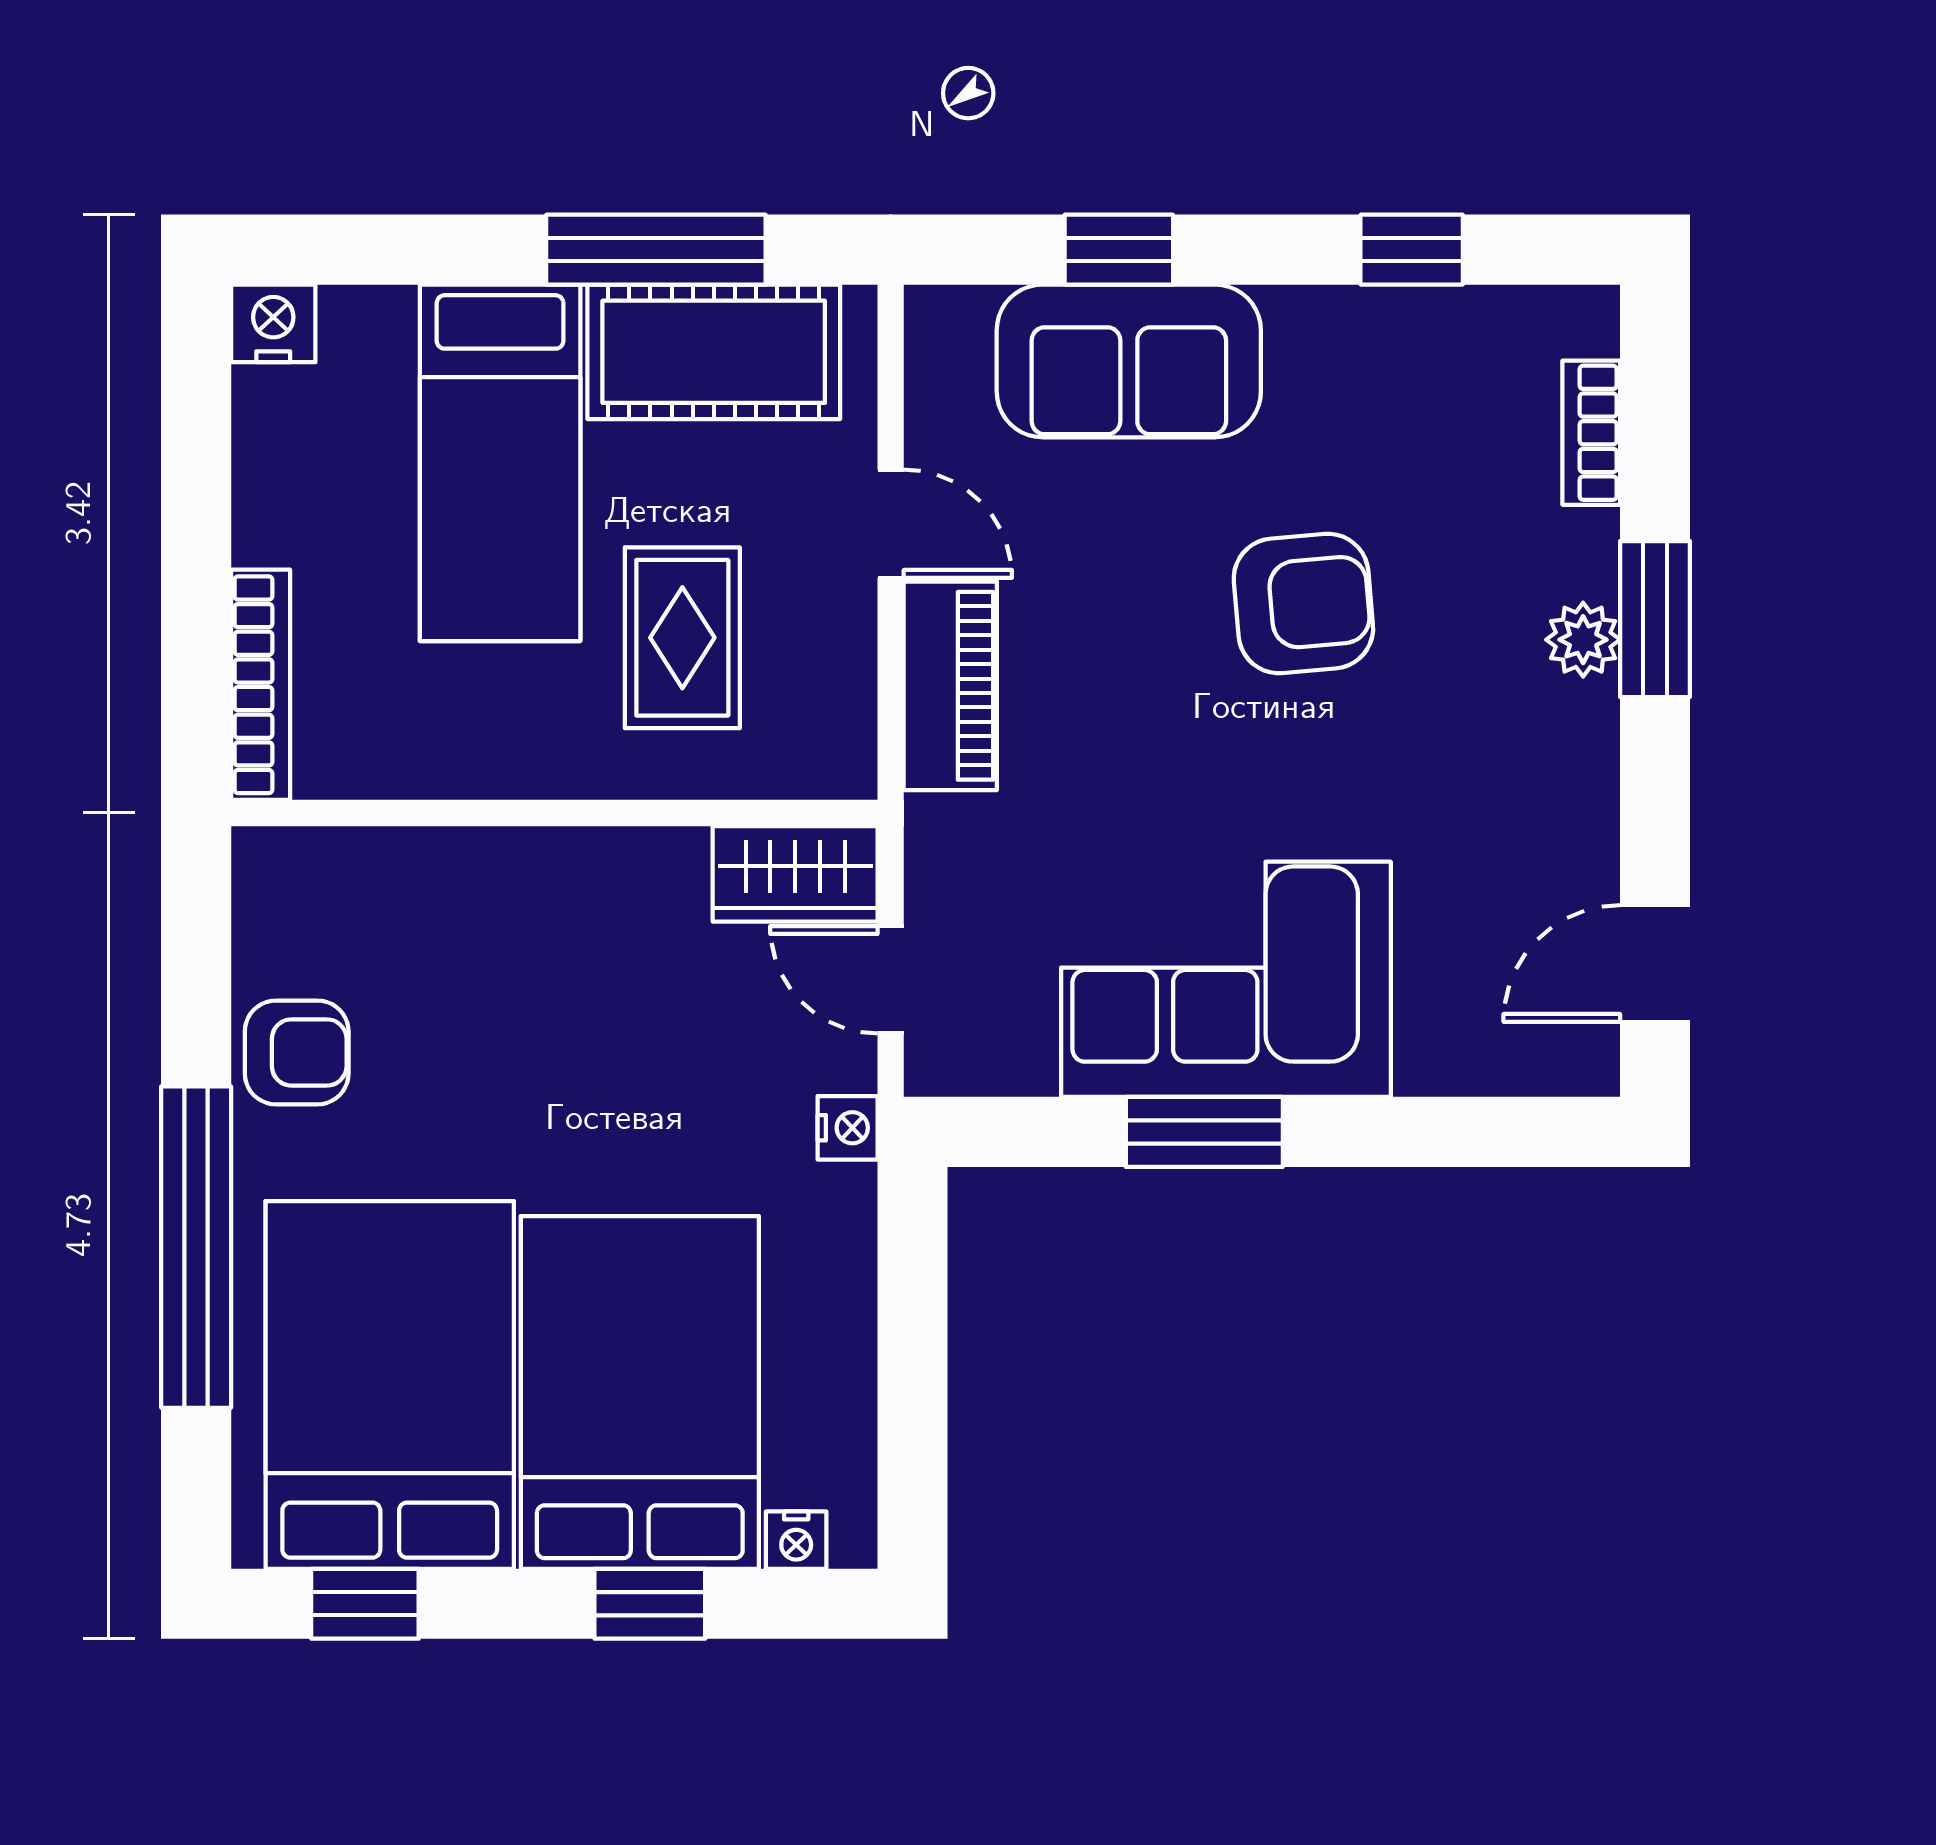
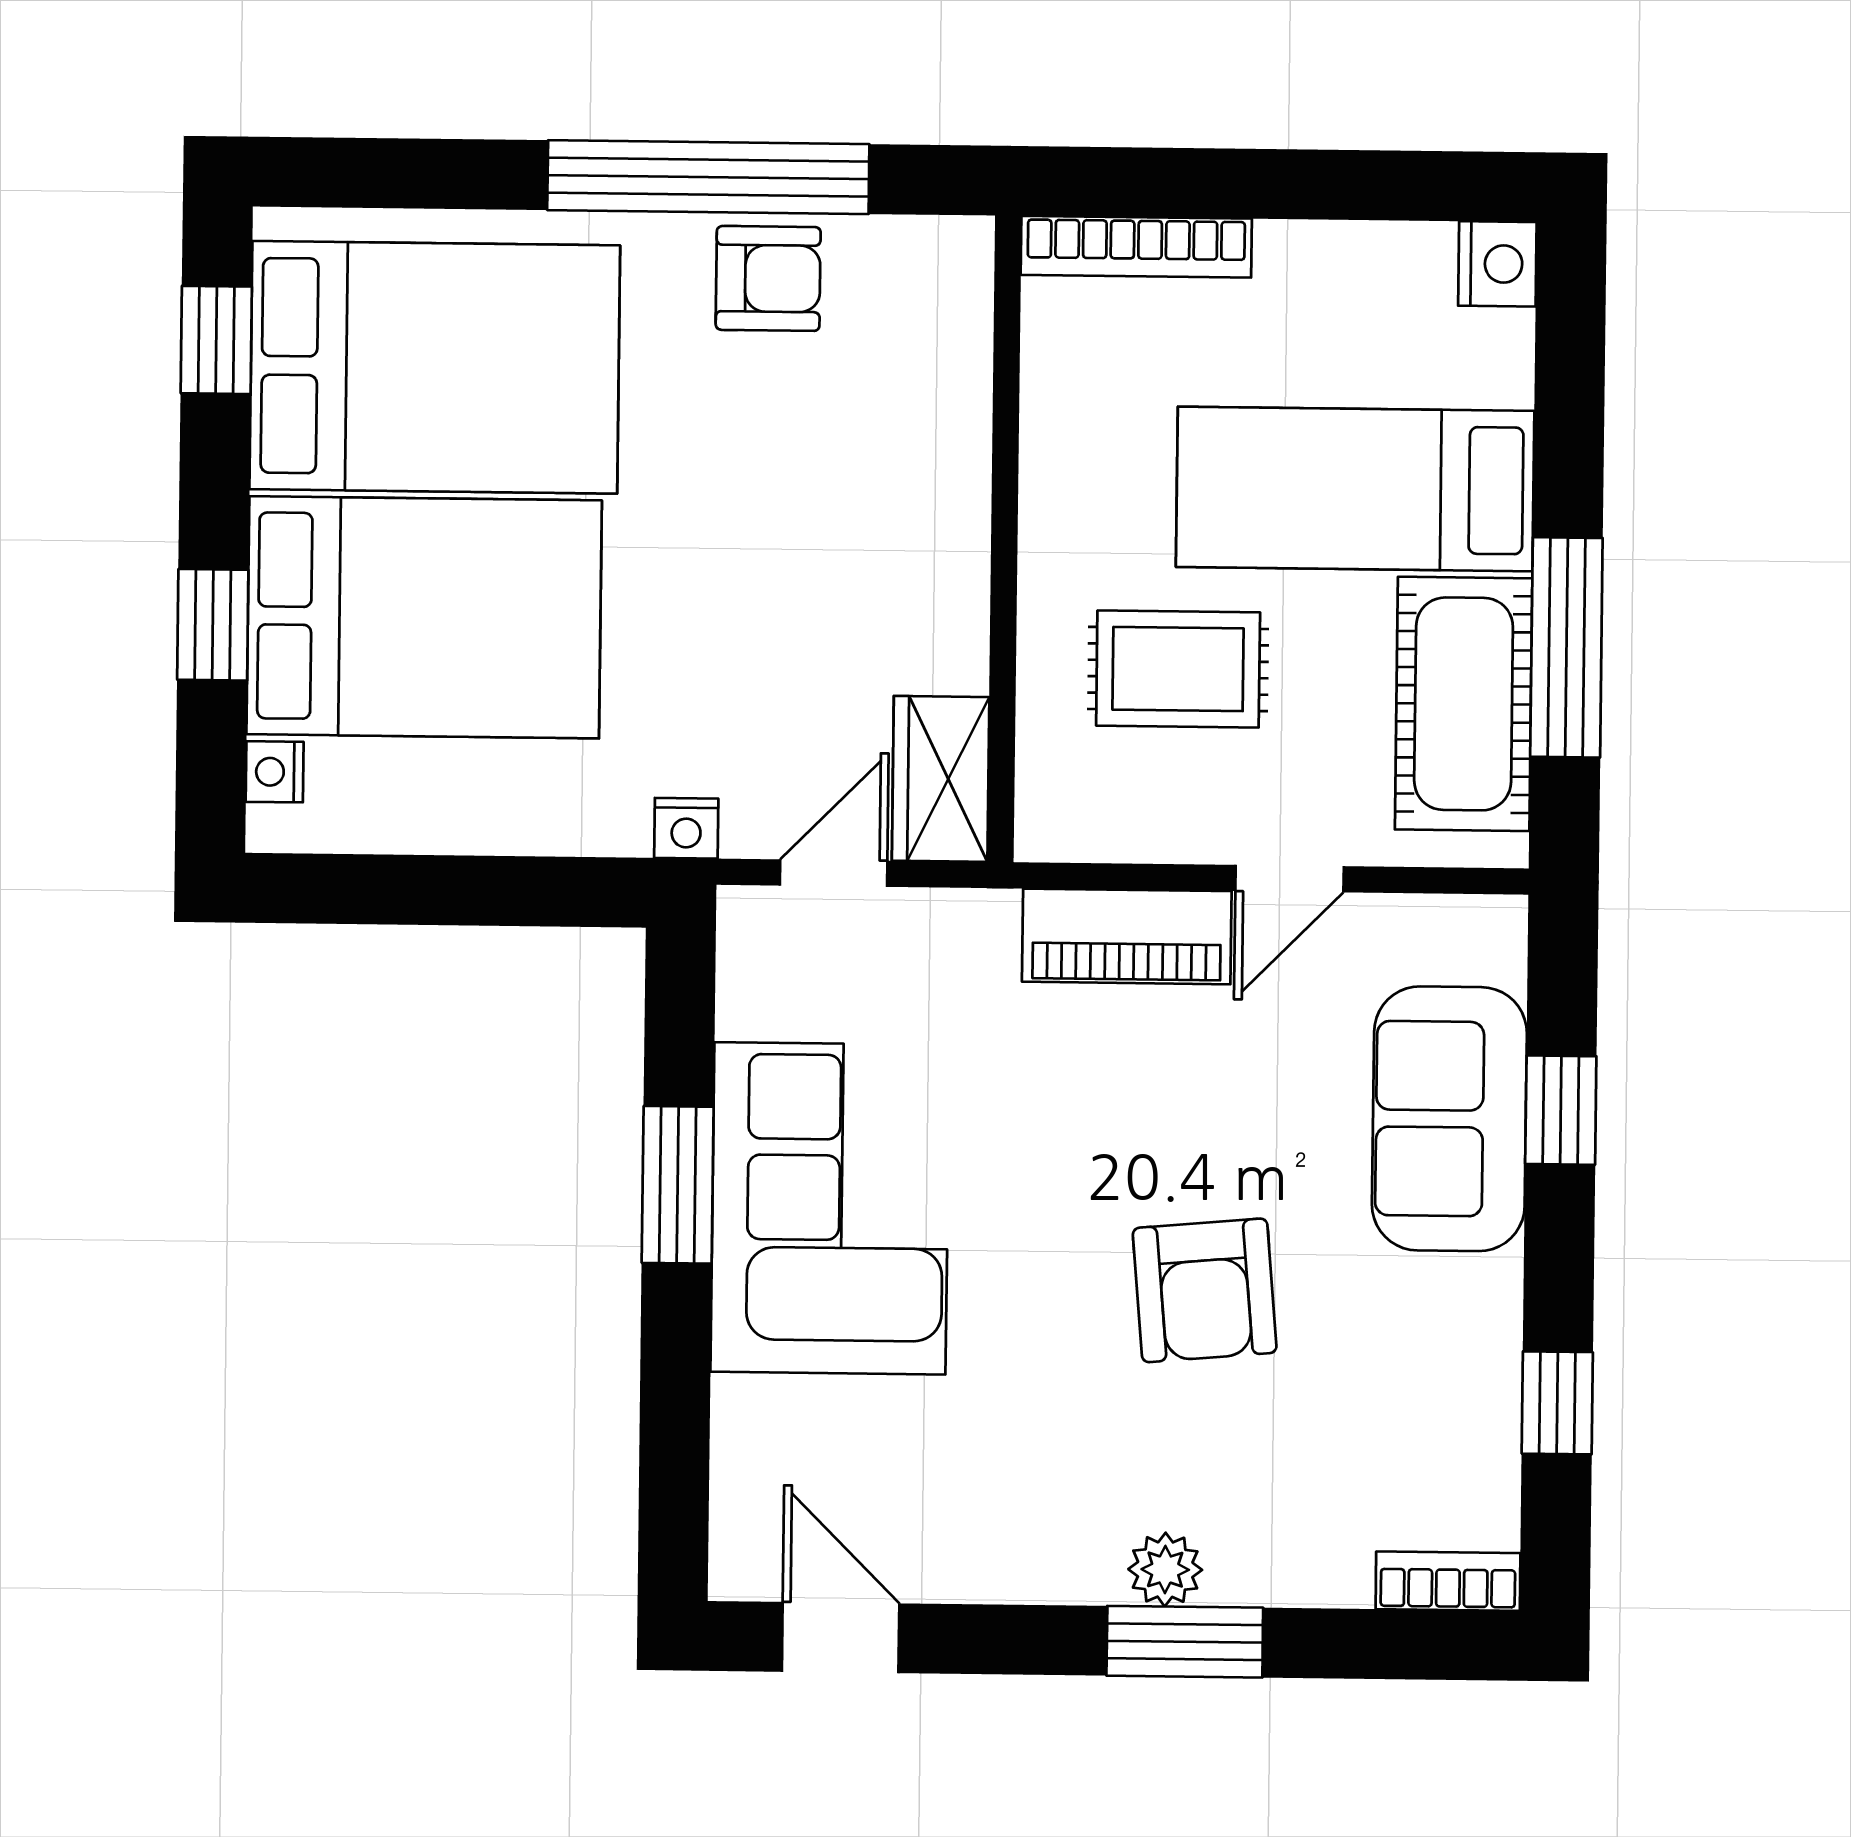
bookcase: (1591, 433) -> (1448, 1581), moved
armchair: (297, 1052) -> (768, 278), turned -90
window: (196, 1247) -> (708, 177), moved

